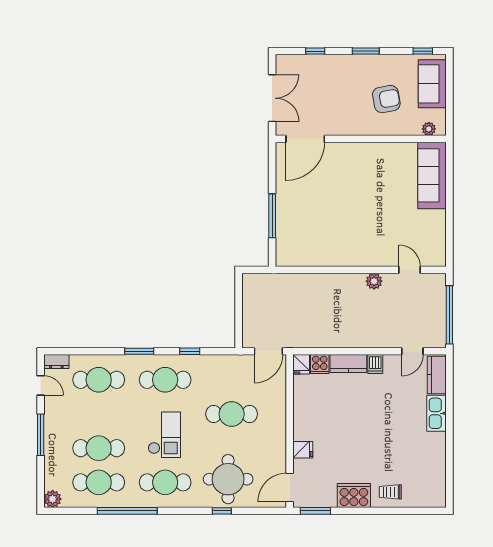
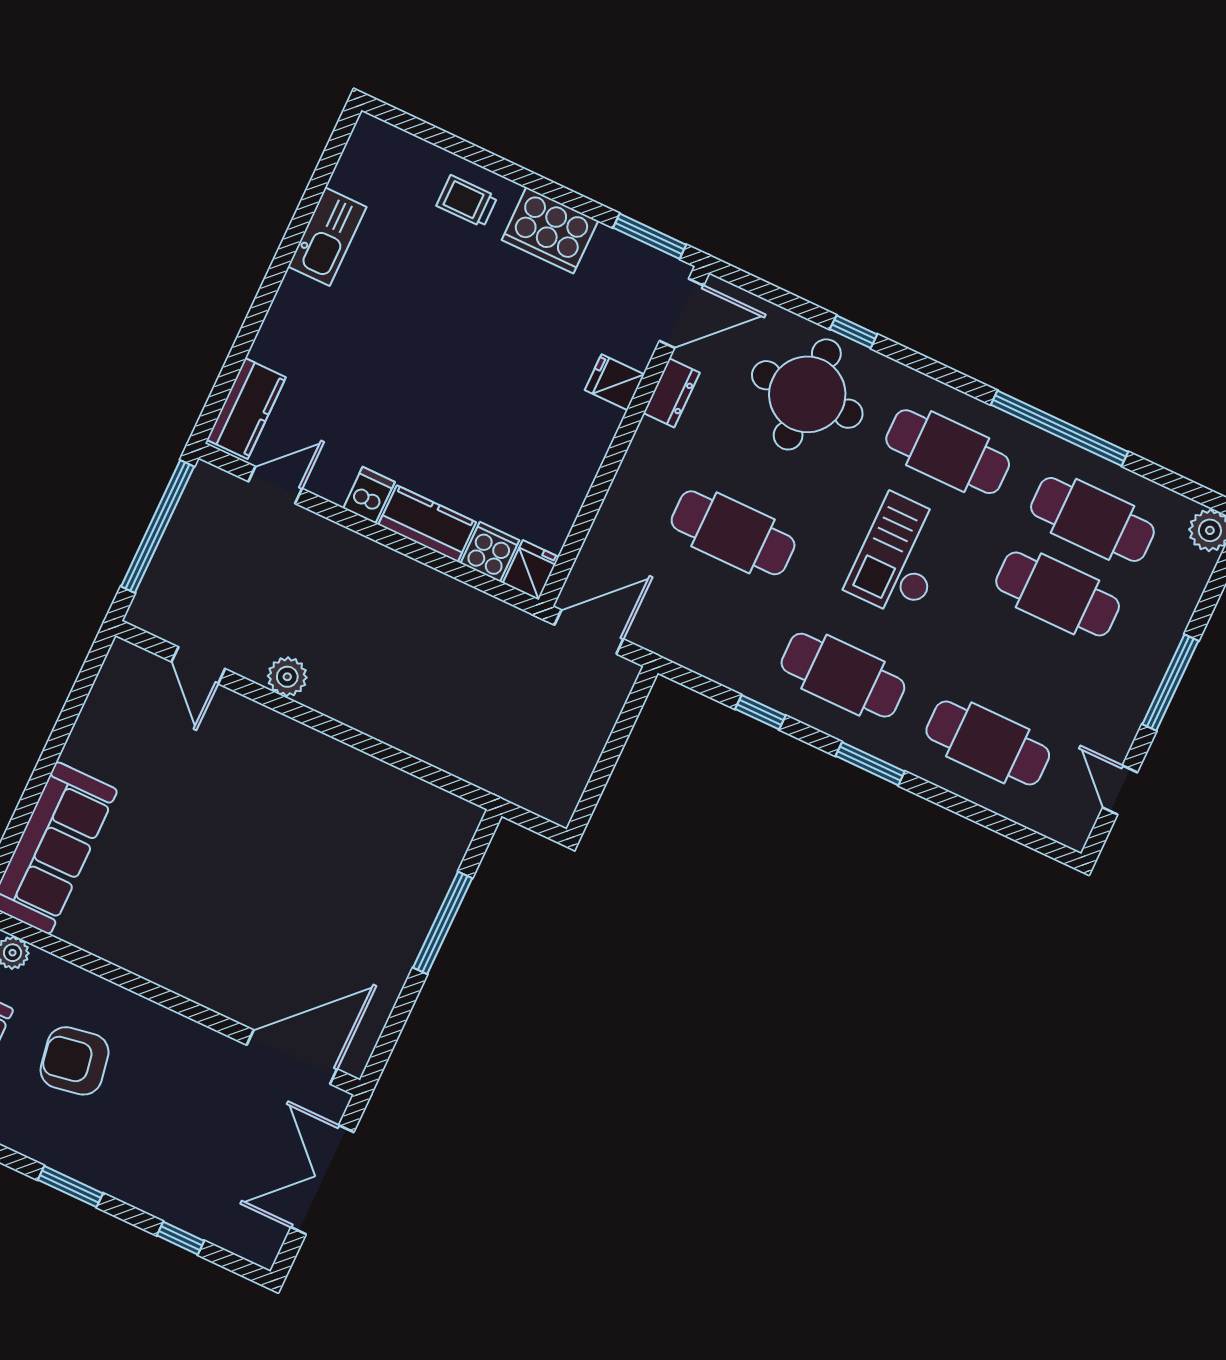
dresser: (56, 362) -> (672, 393), moved, turned 90
kitchen sink: (437, 413) -> (327, 237), moved
trolley: (390, 492) -> (467, 201), turned 180

